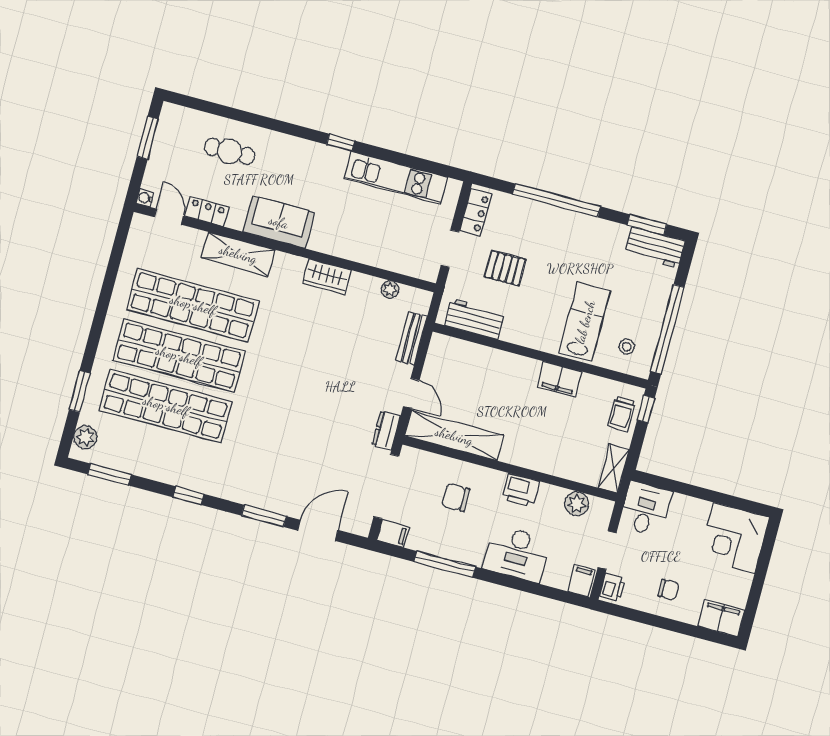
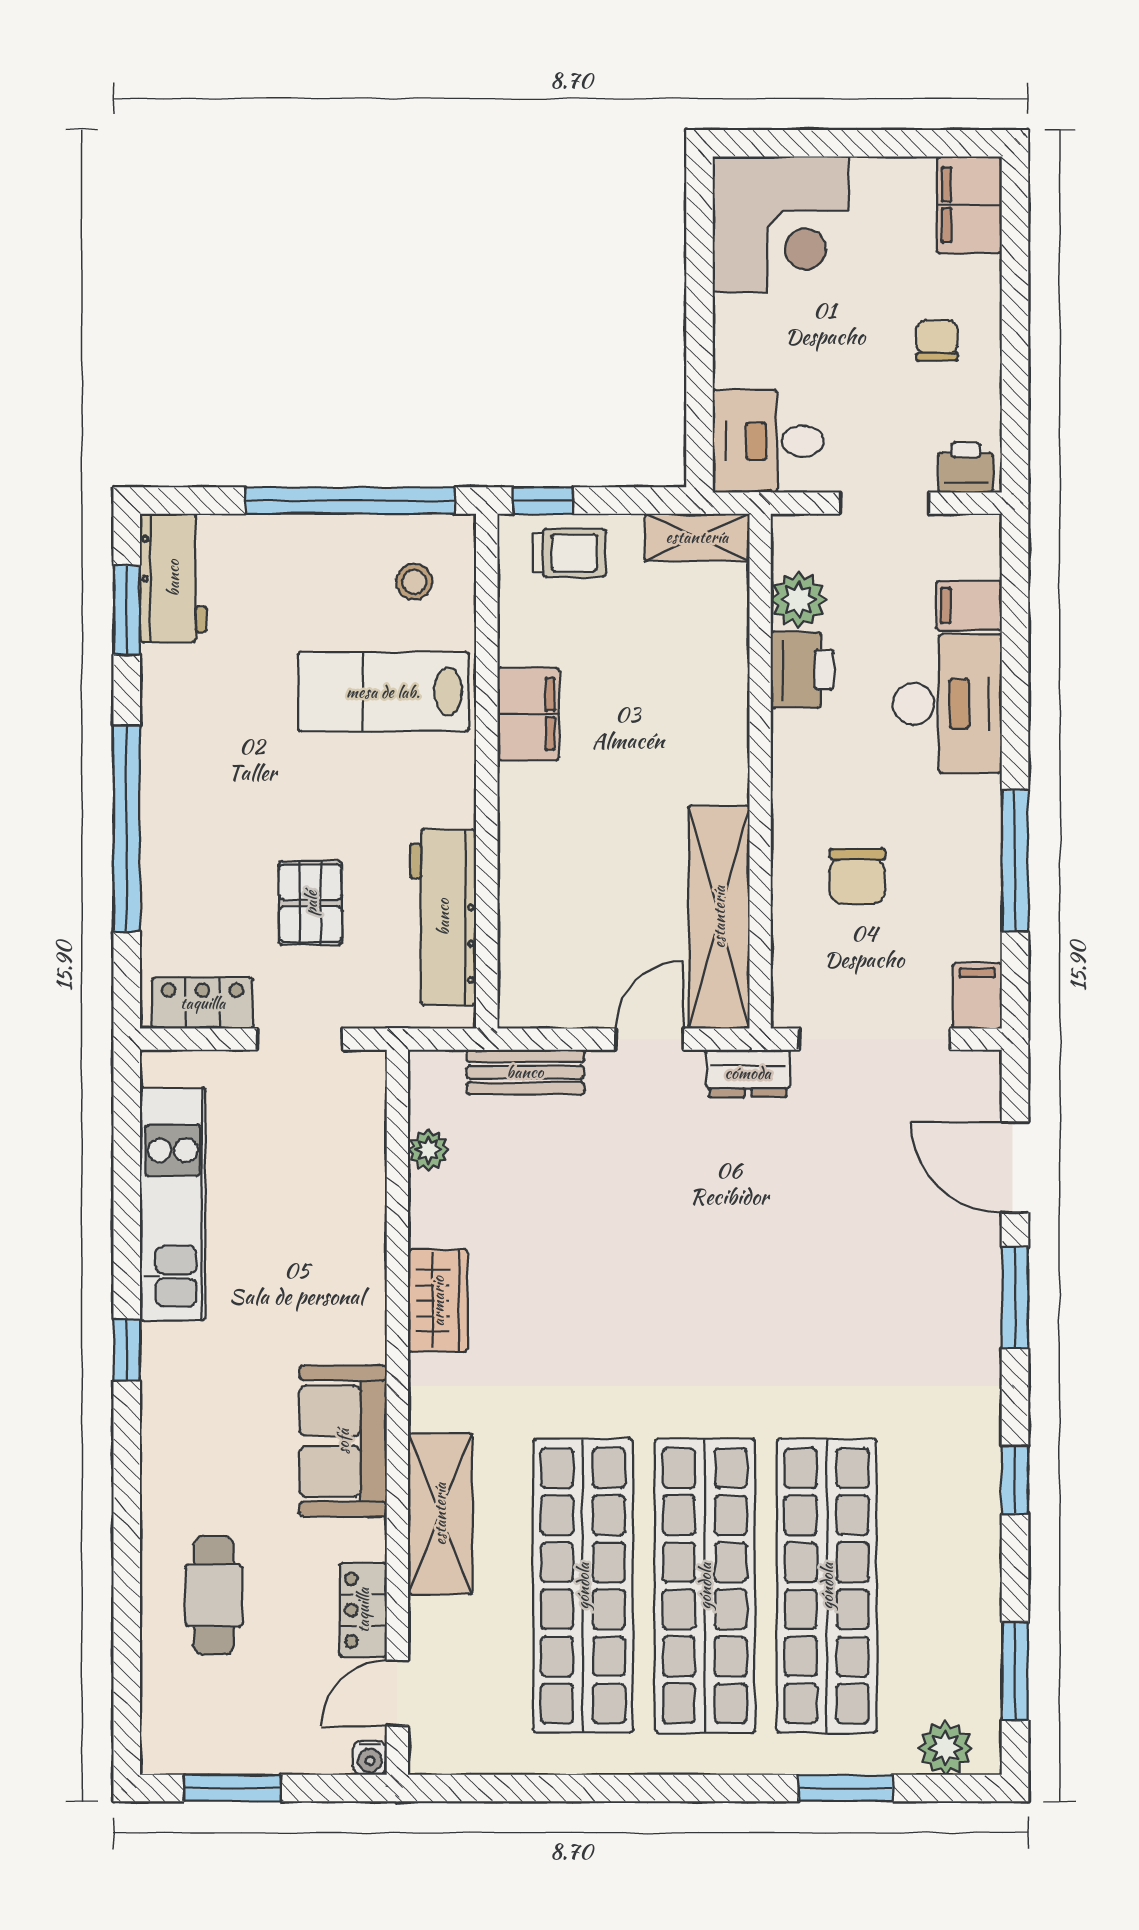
workbench: (475, 319) -> (443, 917), width x1.38
printer: (520, 490) -> (802, 670), moved
filing cabinet: (581, 581) -> (969, 606), moved

